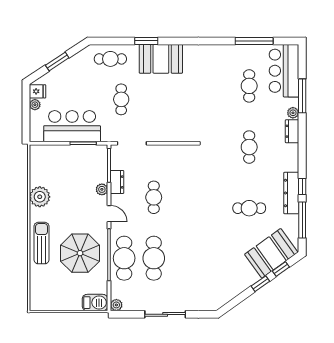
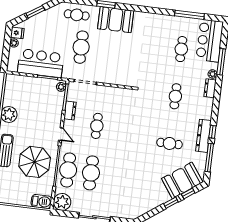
cafe table: (121, 99) -> (81, 47), width x1.37, depth x1.35
plant: (102, 189) -> (61, 87), moved
plant: (116, 305) -> (62, 202), width x1.88, depth x1.88

